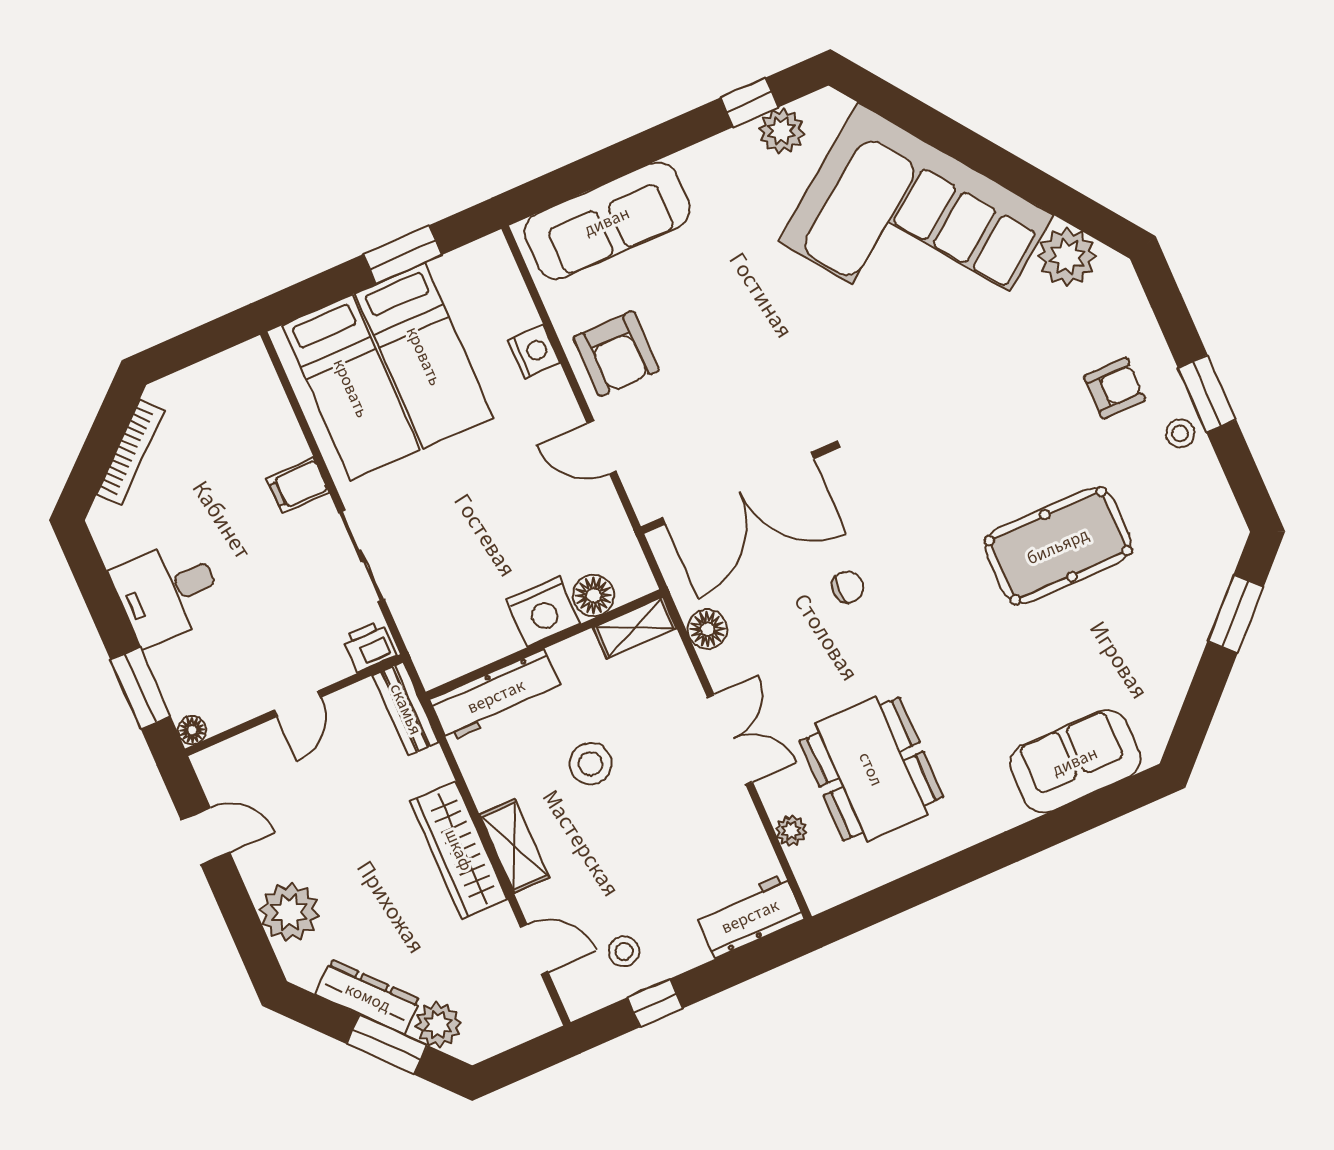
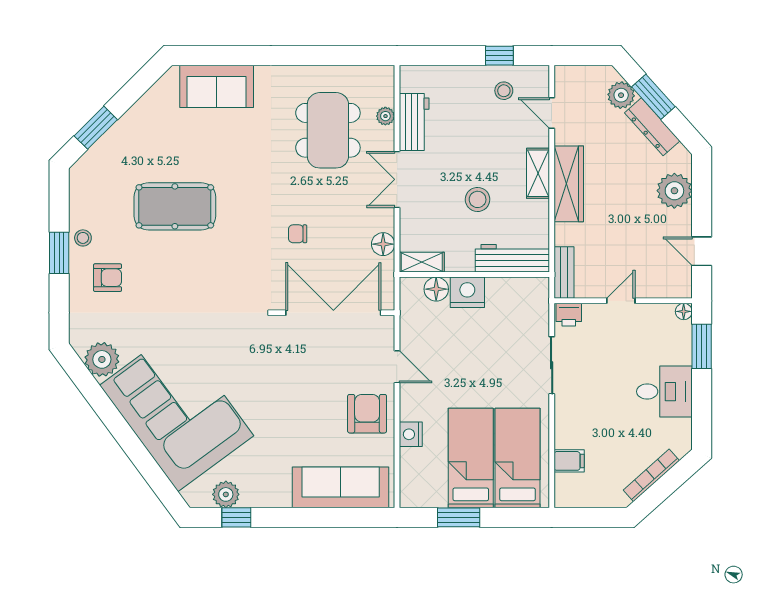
armchair: (1114, 388) -> (108, 278), turned 180
filing cabinet: (298, 485) -> (569, 461), moved
workbench: (750, 916) -> (414, 122), moved, turned -90

